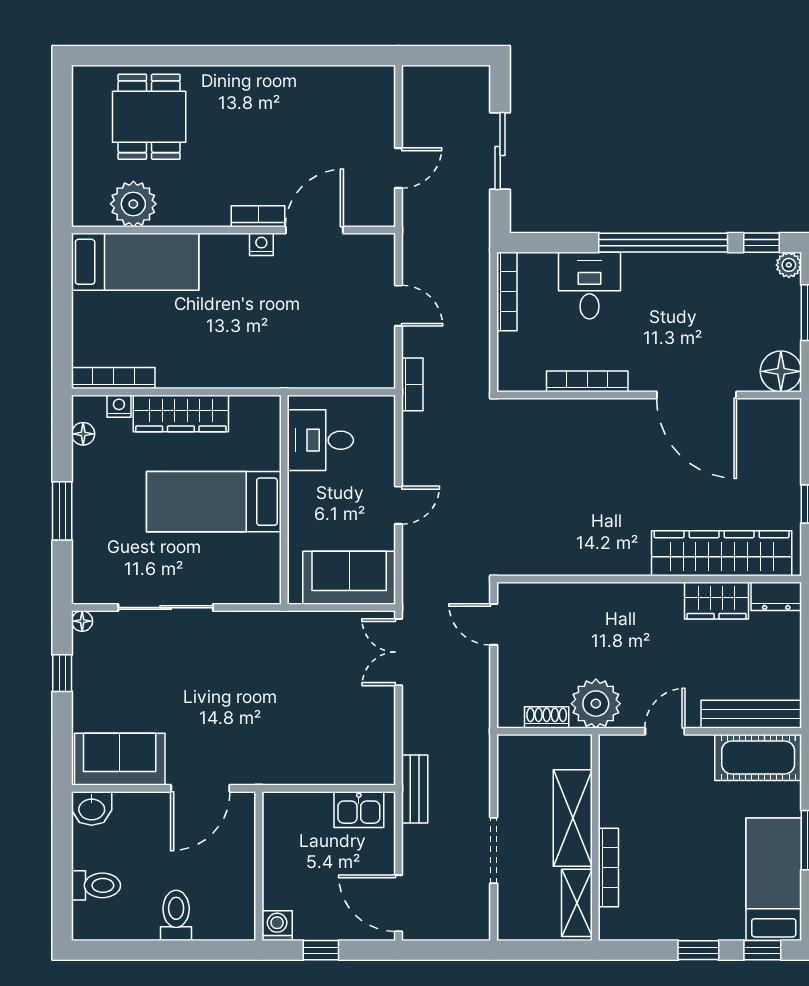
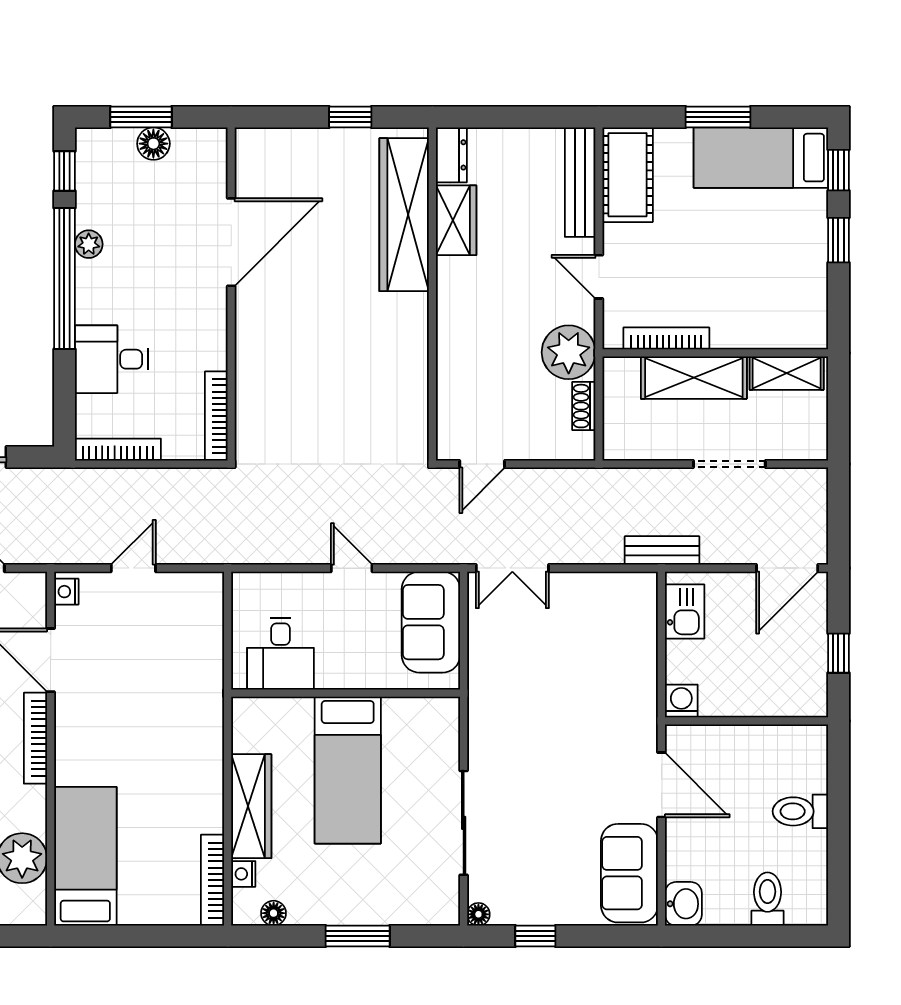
bookcase: (258, 216) -> (35, 738), width x1.56
nightstand: (261, 244) -> (66, 592), moved
plant: (789, 265) -> (89, 244), moved
floor lamp: (781, 371) -> (153, 144), moved, width x0.73, depth x0.73
bookcase: (587, 381) -> (216, 416), moved
bookcase: (412, 384) -> (219, 553), removed
bookcase: (608, 868) -> (666, 338), moved
washing machine: (277, 926) -> (681, 701), moved, turned 90

